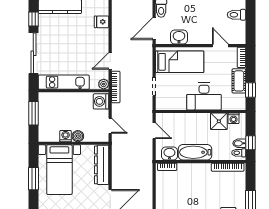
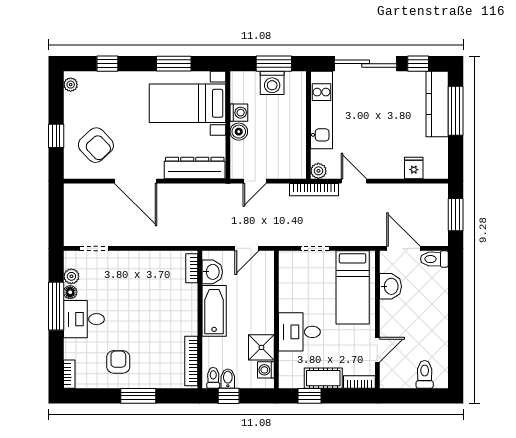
desk: (204, 97) -> (299, 332), width x0.73
washing machine: (101, 101) -> (272, 83), moved, turned 180

